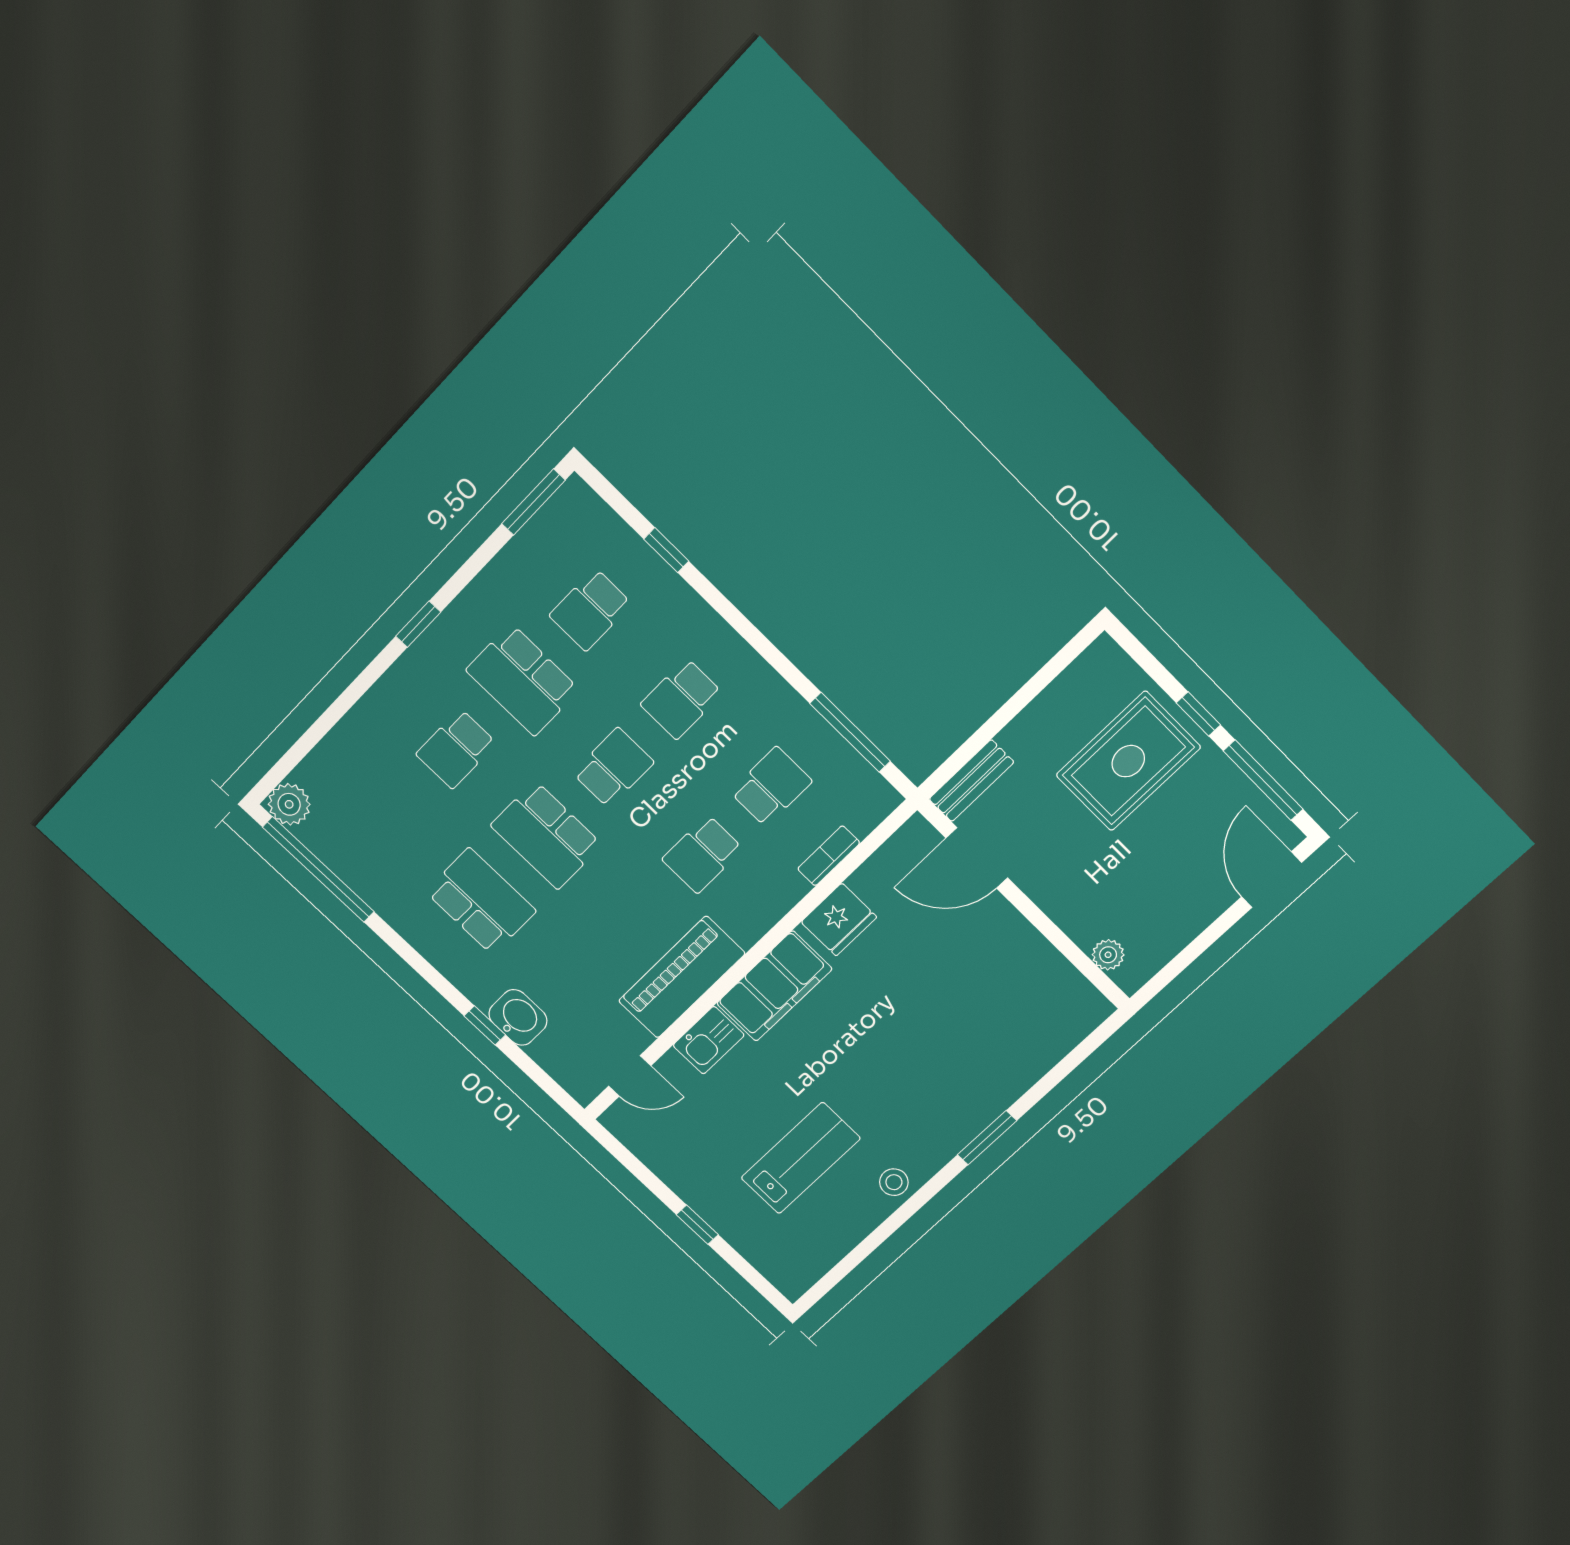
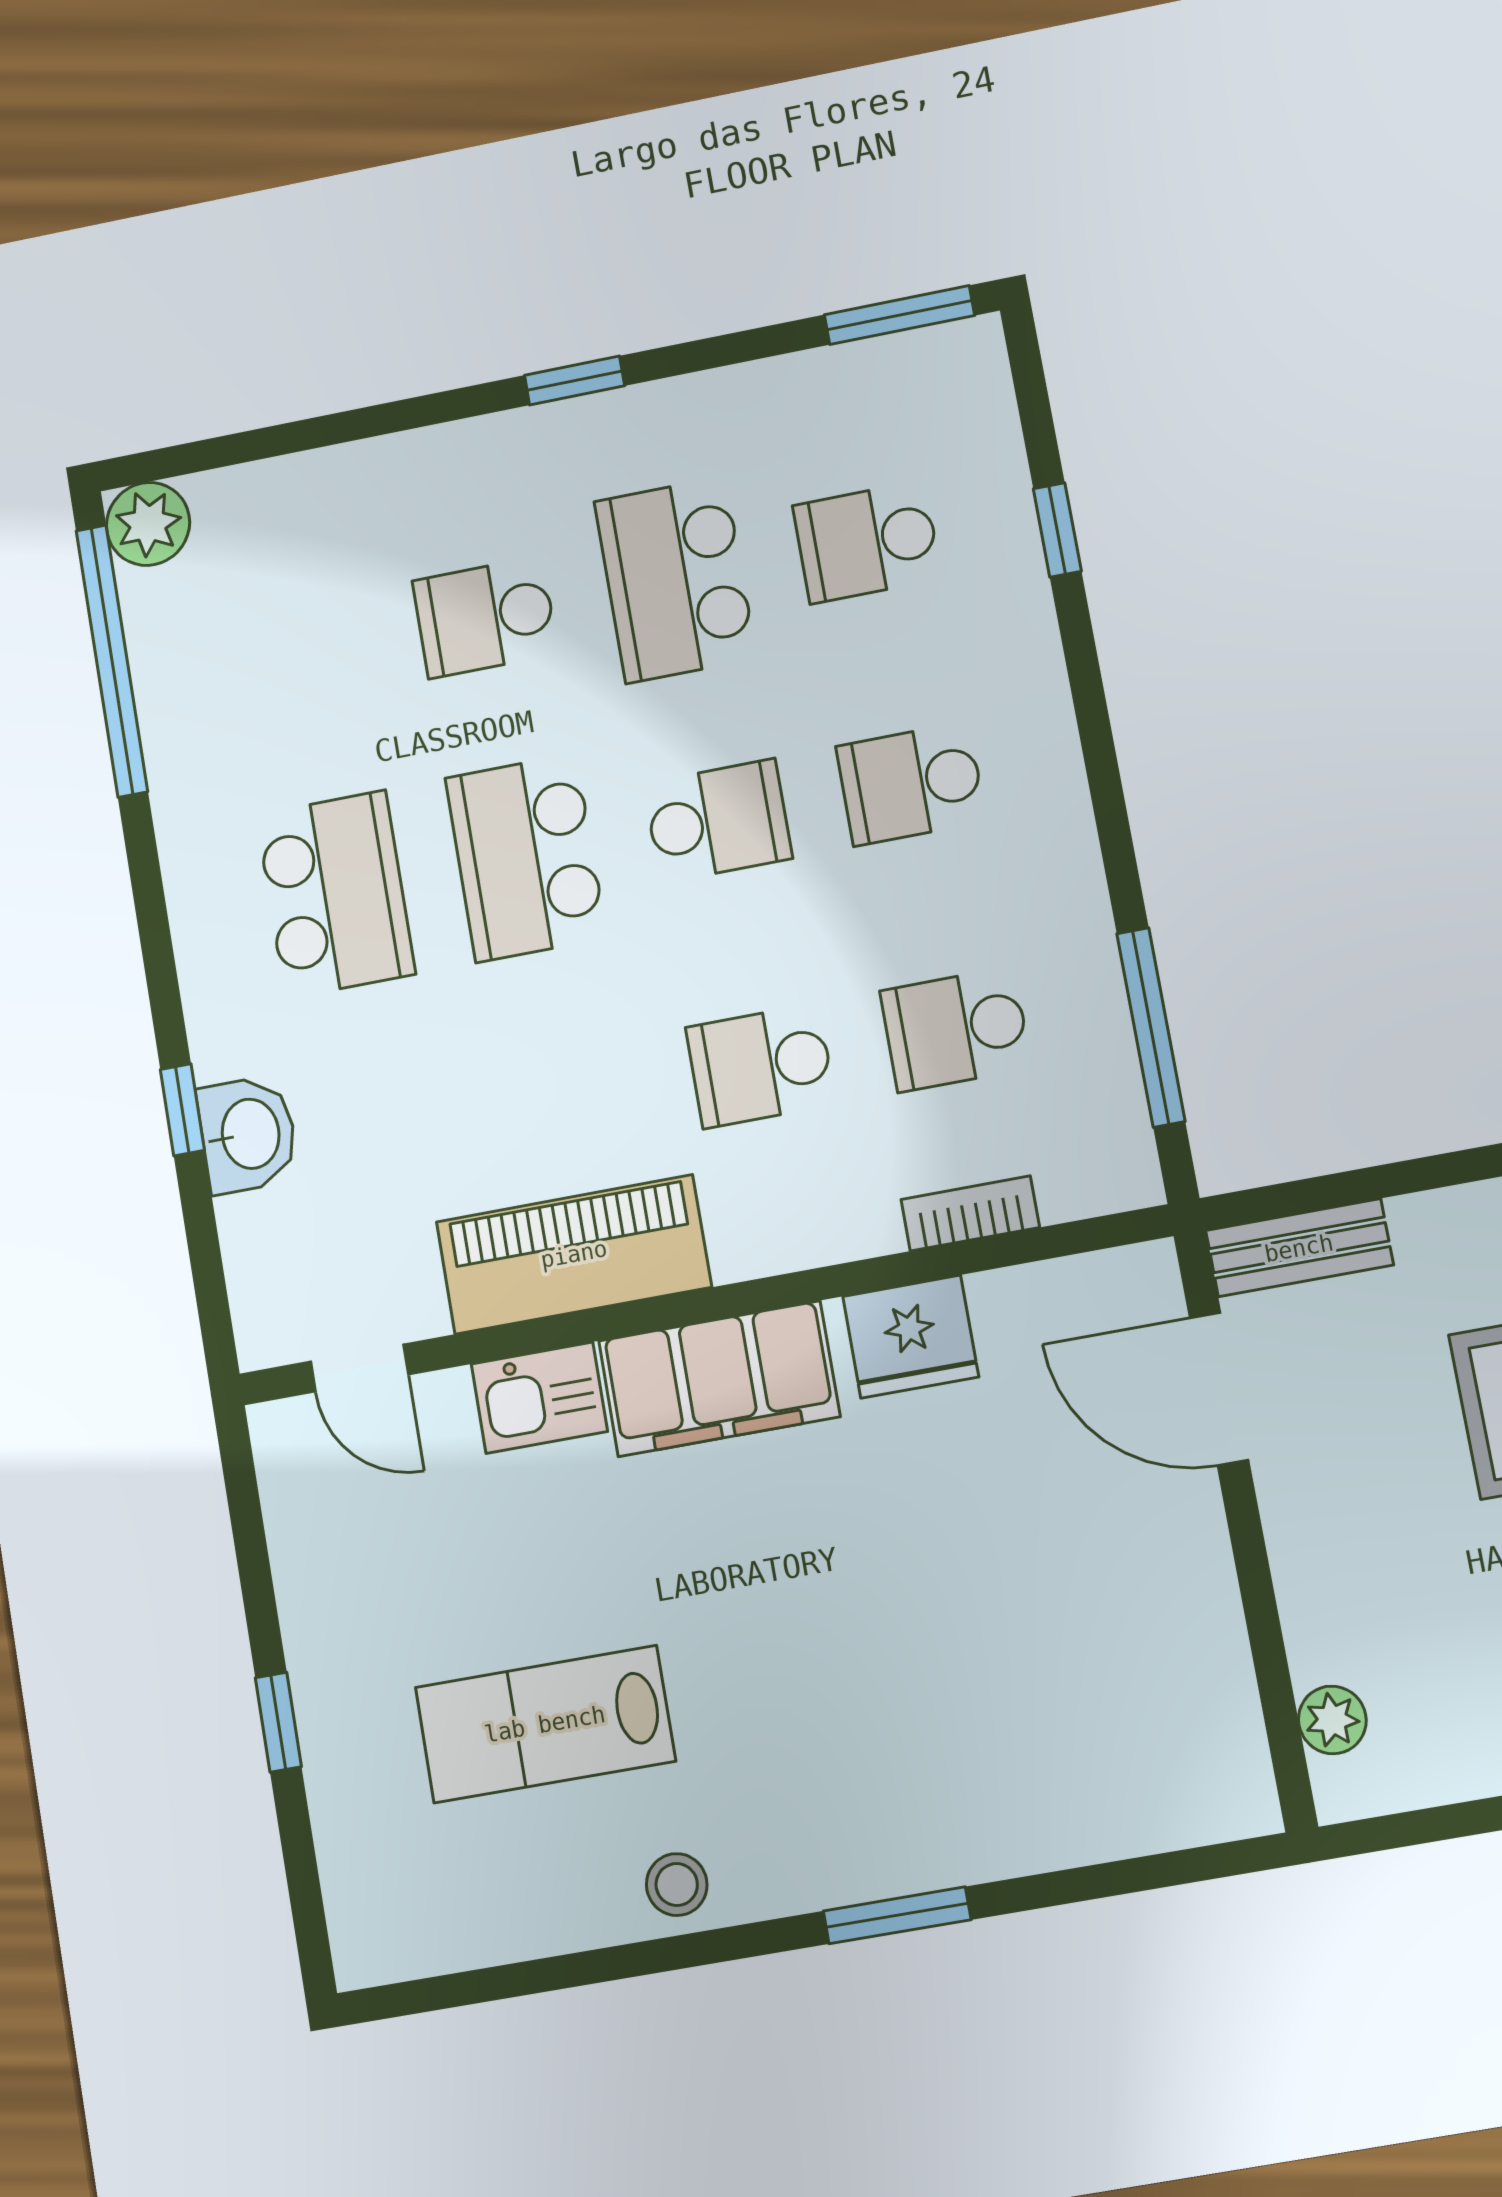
school desk: (771, 787) -> (956, 1029), turned 180
lab bench: (801, 1158) -> (545, 1724), turned 180

